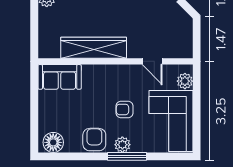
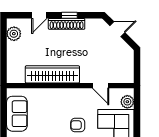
sofa: (60, 77) -> (17, 114), moved, turned -90

